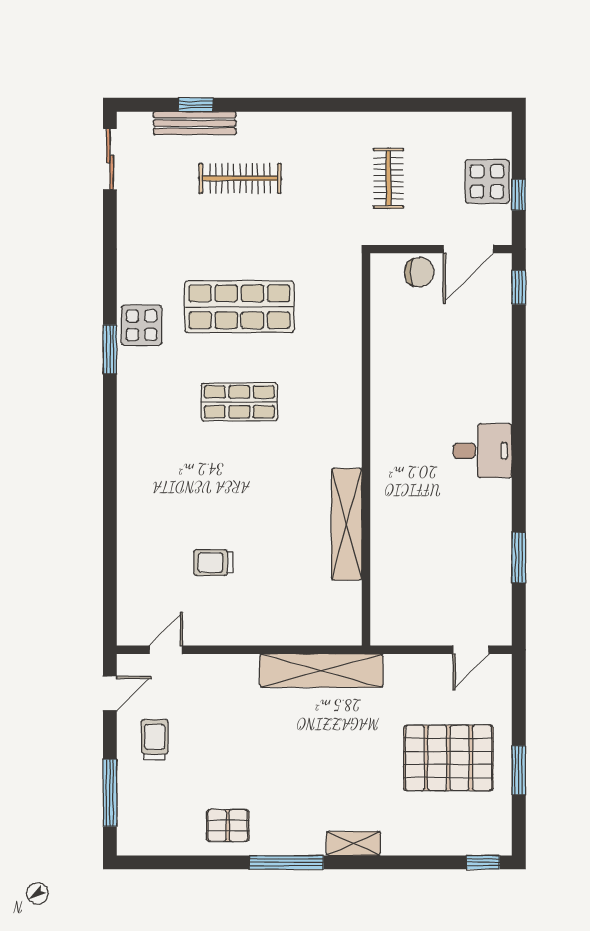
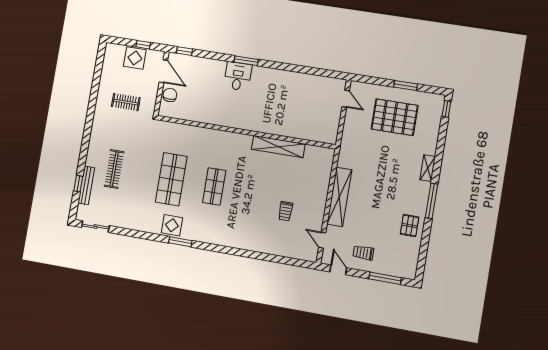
desk: (483, 451) -> (238, 76), moved
window: (519, 558) -> (246, 61), moved
shelving: (321, 671) -> (339, 197), moved
pallet: (448, 758) -> (395, 117), turned 90

